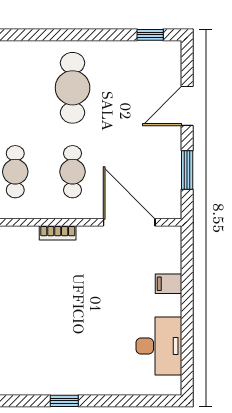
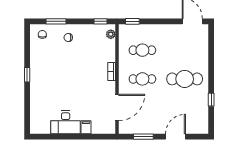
window: (150, 35) -> (211, 100), moved
door: (187, 106) -> (176, 137), hinge flipped
desk: (159, 346) -> (66, 122), moved

